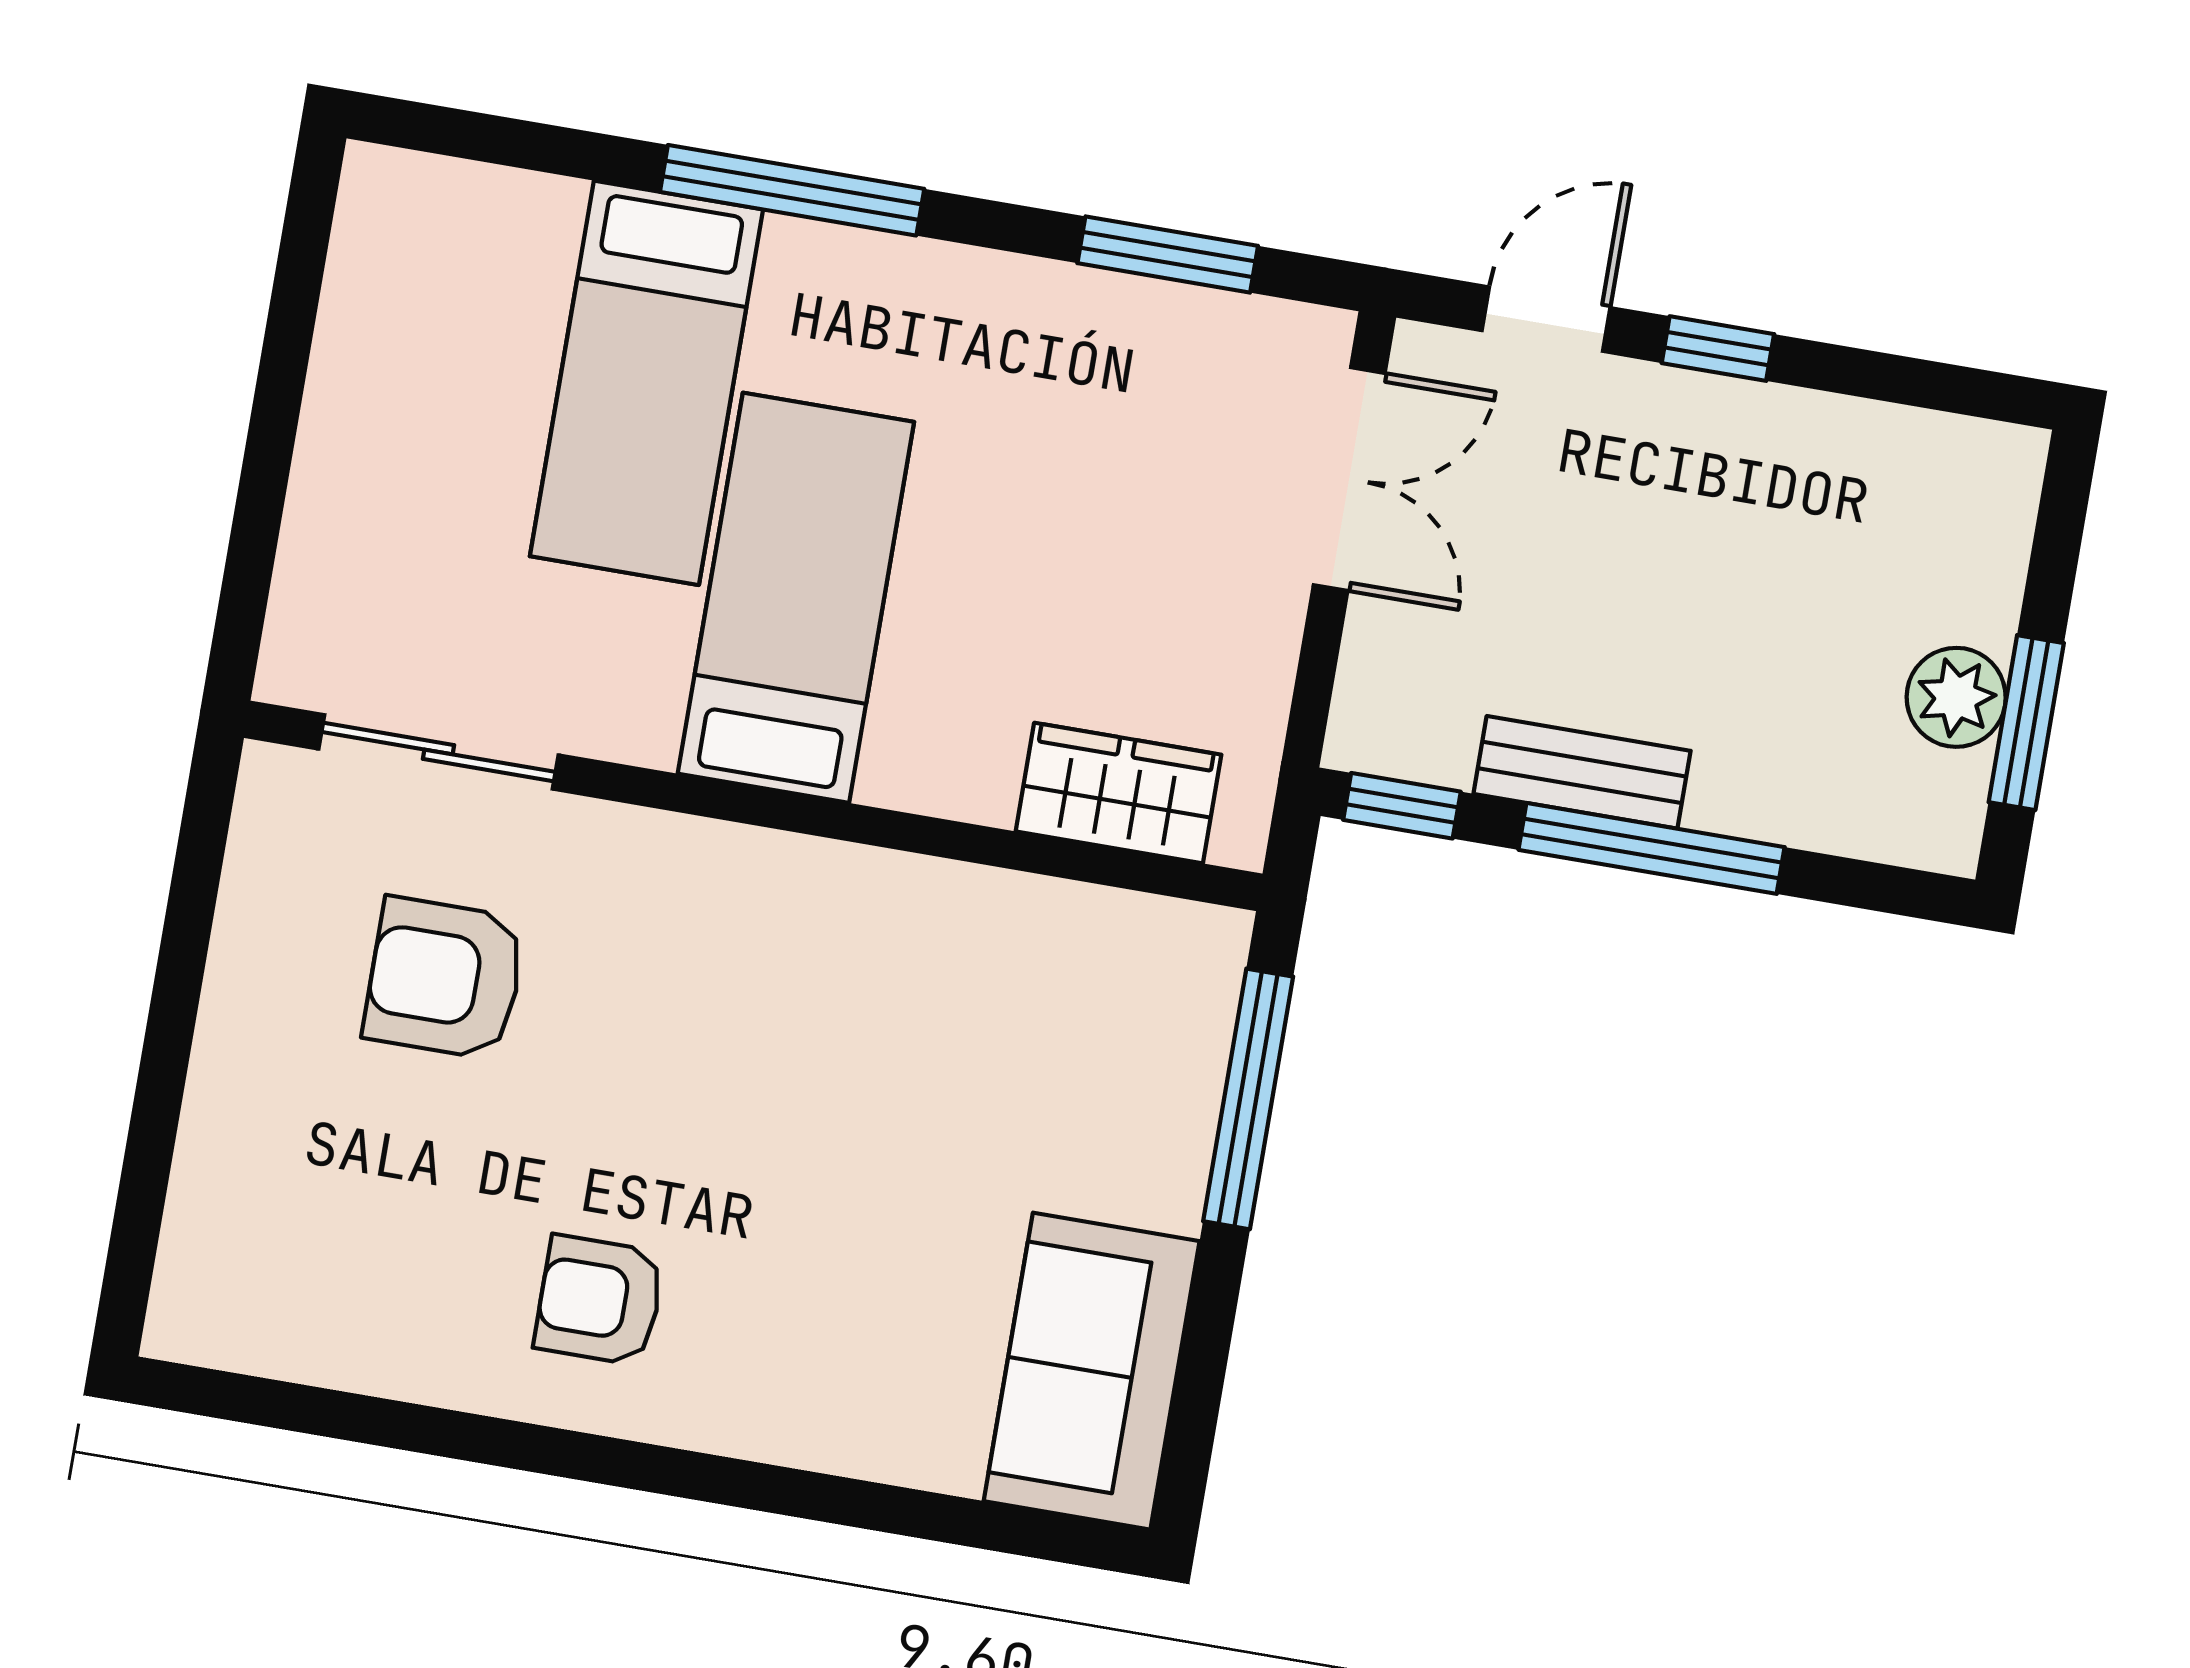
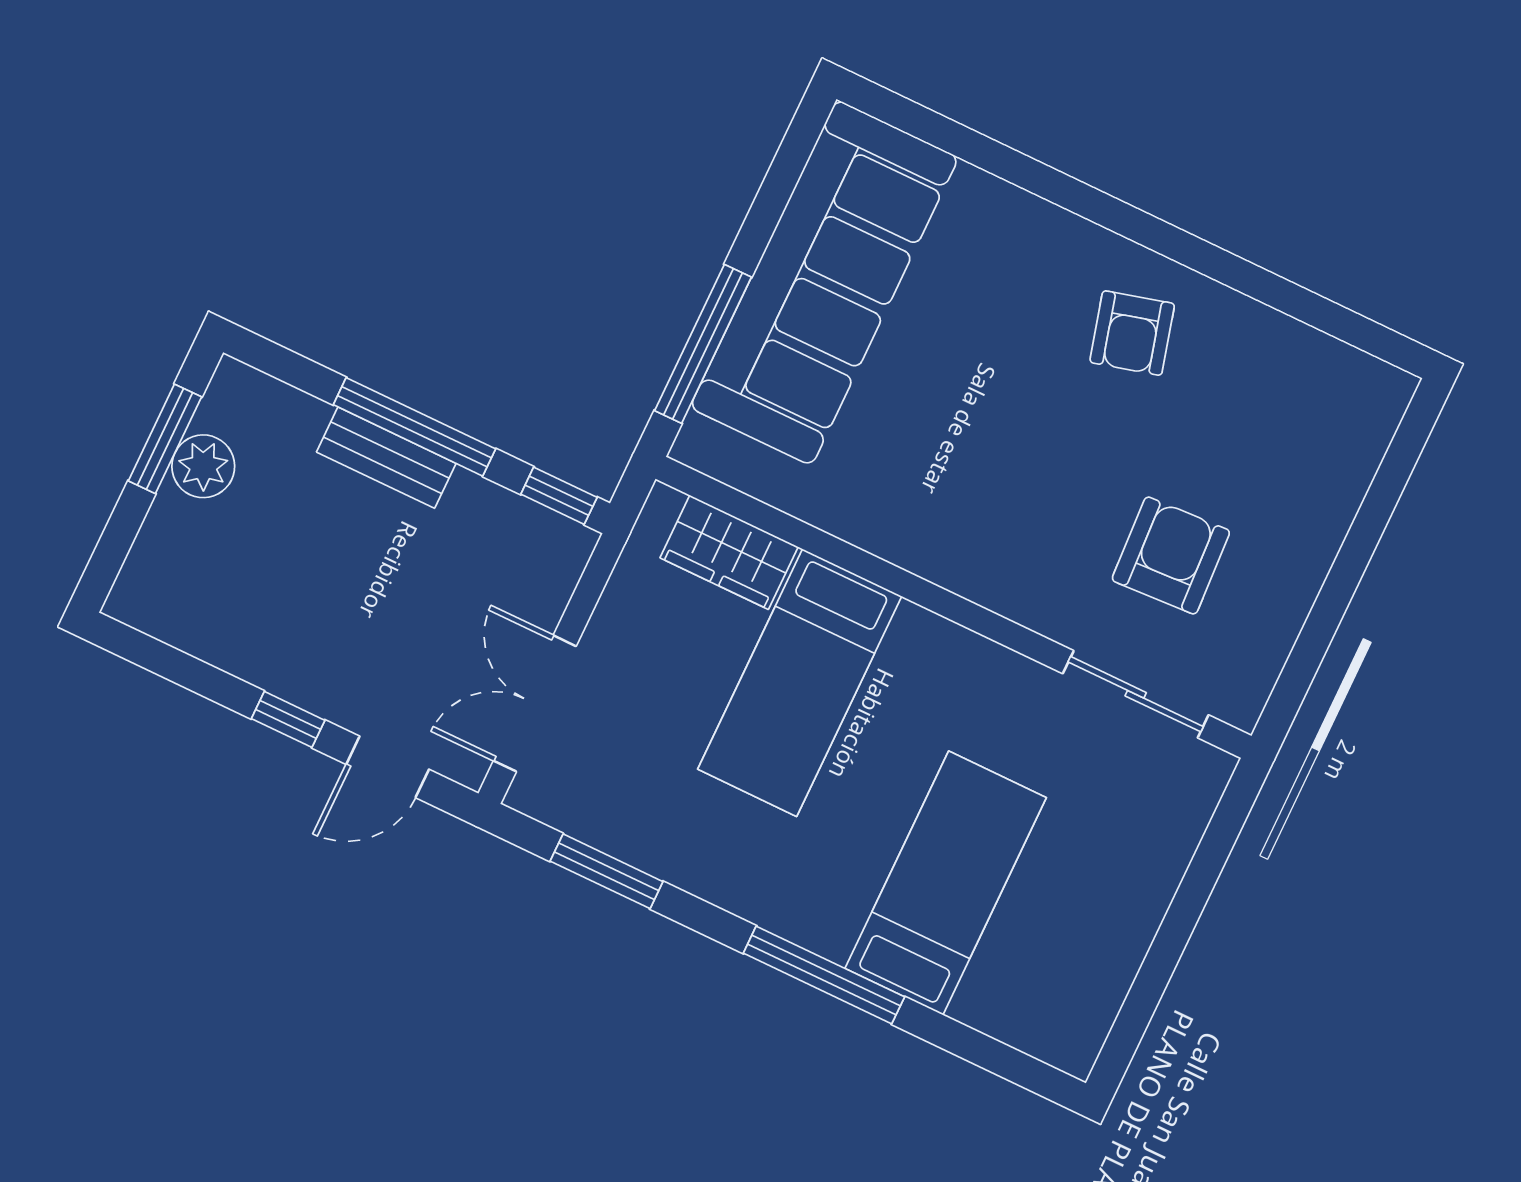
bed: (796, 598) -> (800, 683), moved
bench: (1582, 772) -> (386, 458), moved
armchair: (445, 978) -> (1171, 556), turned -93
armchair: (599, 1300) -> (1132, 333), turned 75
sofa: (1092, 1371) -> (824, 282), width x1.85, depth x1.27

